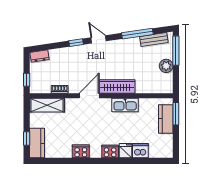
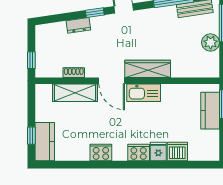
dresser: (39, 56) -> (78, 25), moved
door: (89, 96) -> (112, 81), swing flipped
shelving: (47, 105) -> (75, 93), moved
kitchen sink: (125, 105) -> (144, 93), moved

